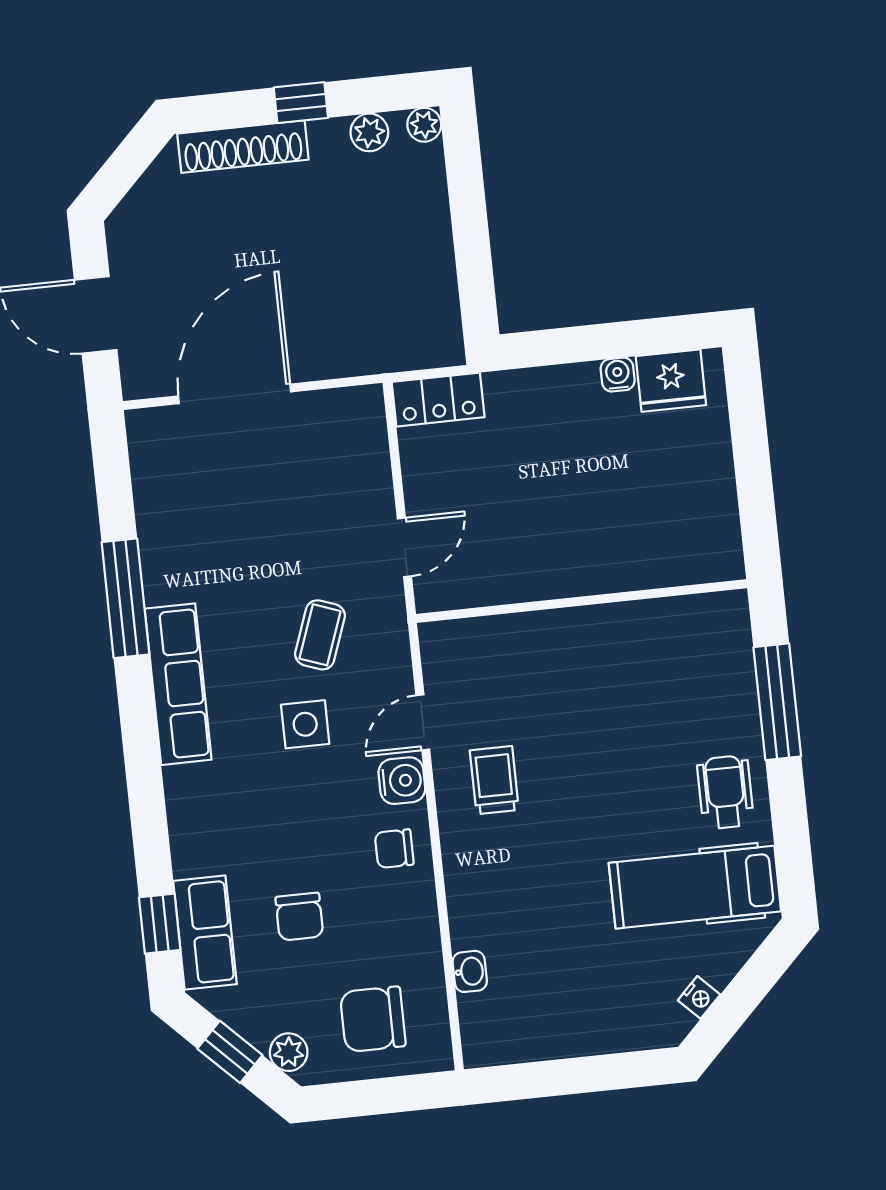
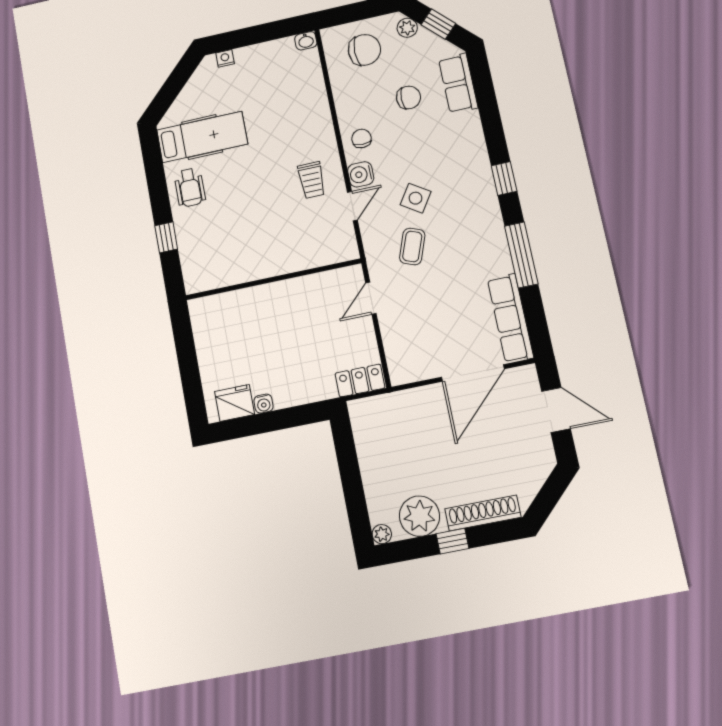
plant: (369, 132) -> (419, 516), width x1.88, depth x1.88
row of seats: (178, 684) -> (510, 318), moved
window: (777, 702) -> (166, 237), width x0.46
side table: (305, 724) -> (416, 198), turned 33
chair: (394, 849) -> (361, 138), turned -90
chair: (299, 917) -> (409, 98), turned 90
window: (160, 924) -> (504, 178), moved
washbasin: (470, 971) -> (306, 41), moved, turned -90
nightstand: (699, 997) -> (225, 58), moved, turned 45

